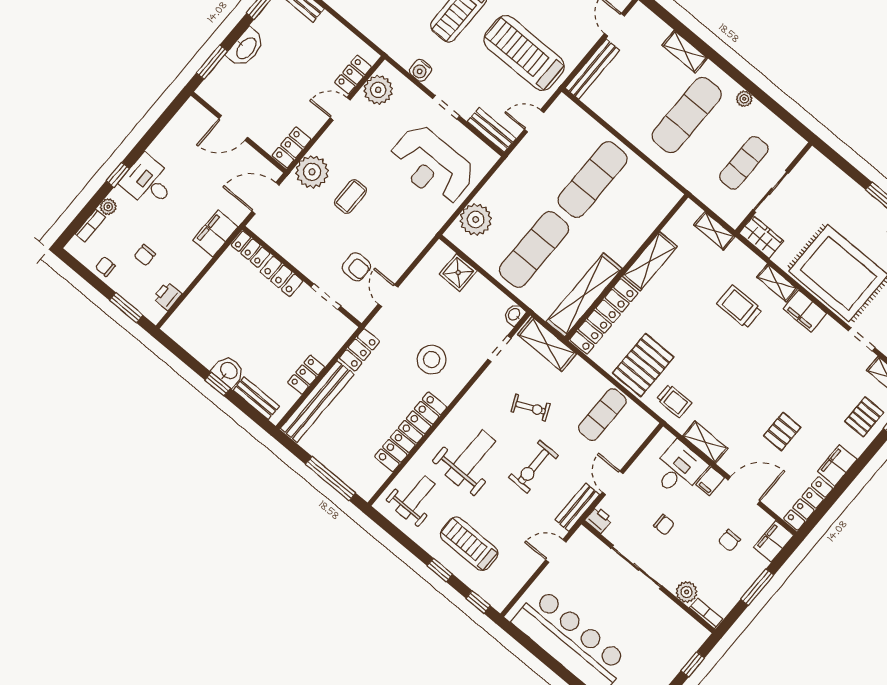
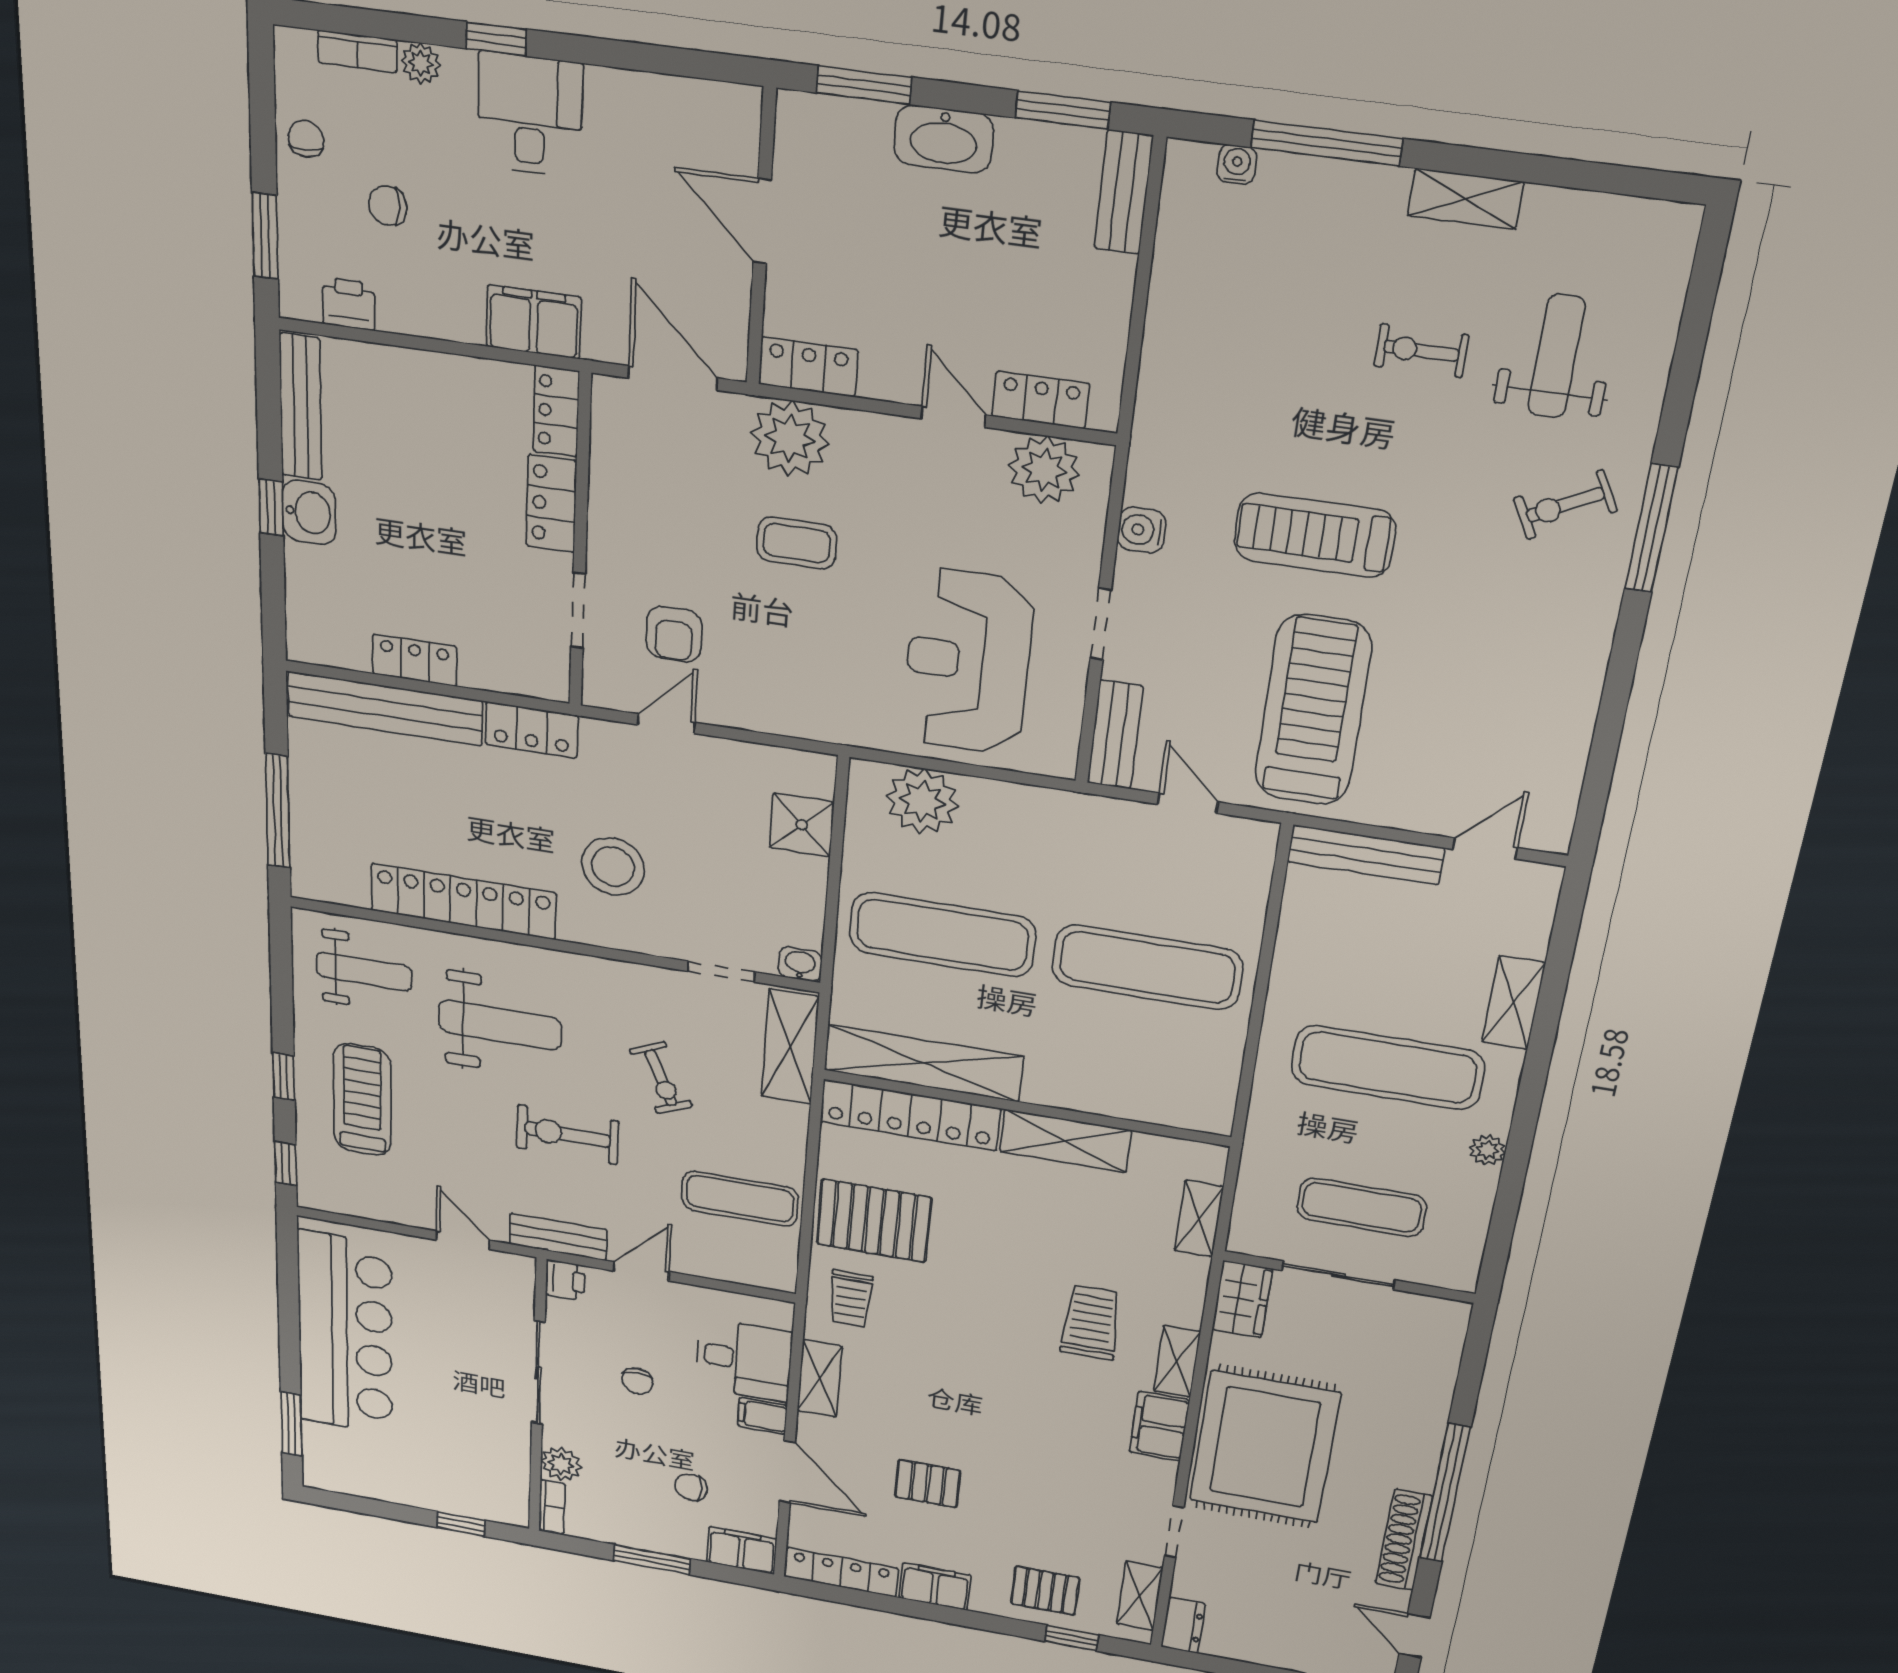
bench: (256, 398) -> (301, 407), moved, width x1.36

